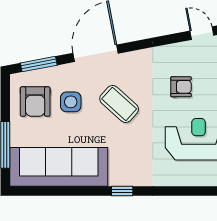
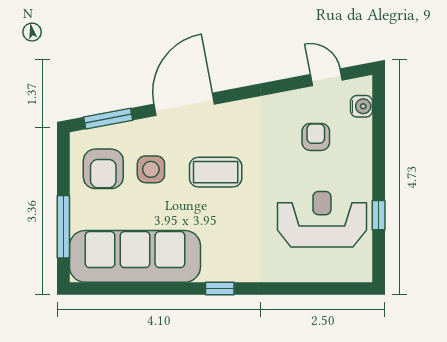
armchair: (181, 87) -> (316, 137), moved, turned -90
coffee table: (119, 104) -> (216, 172), turned -42

